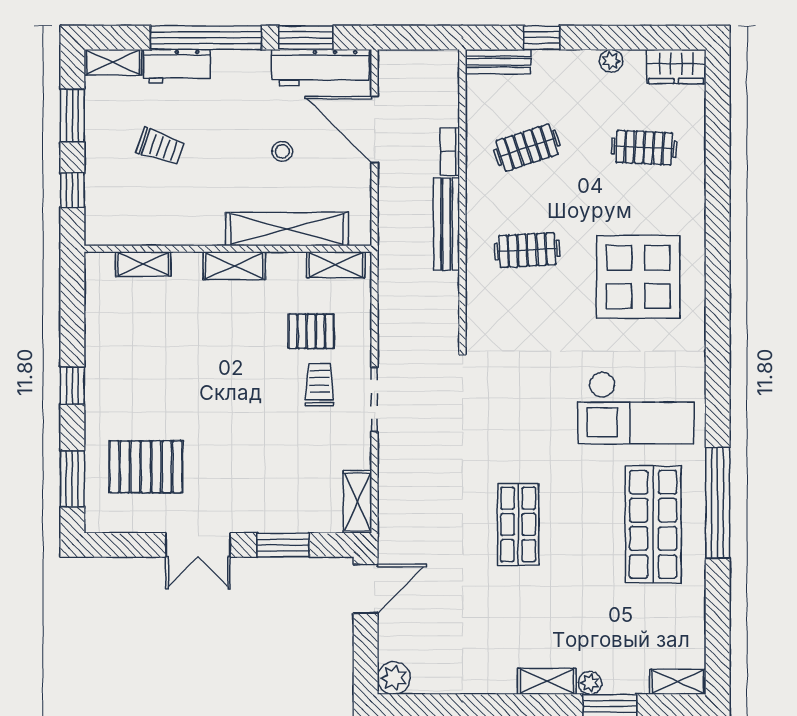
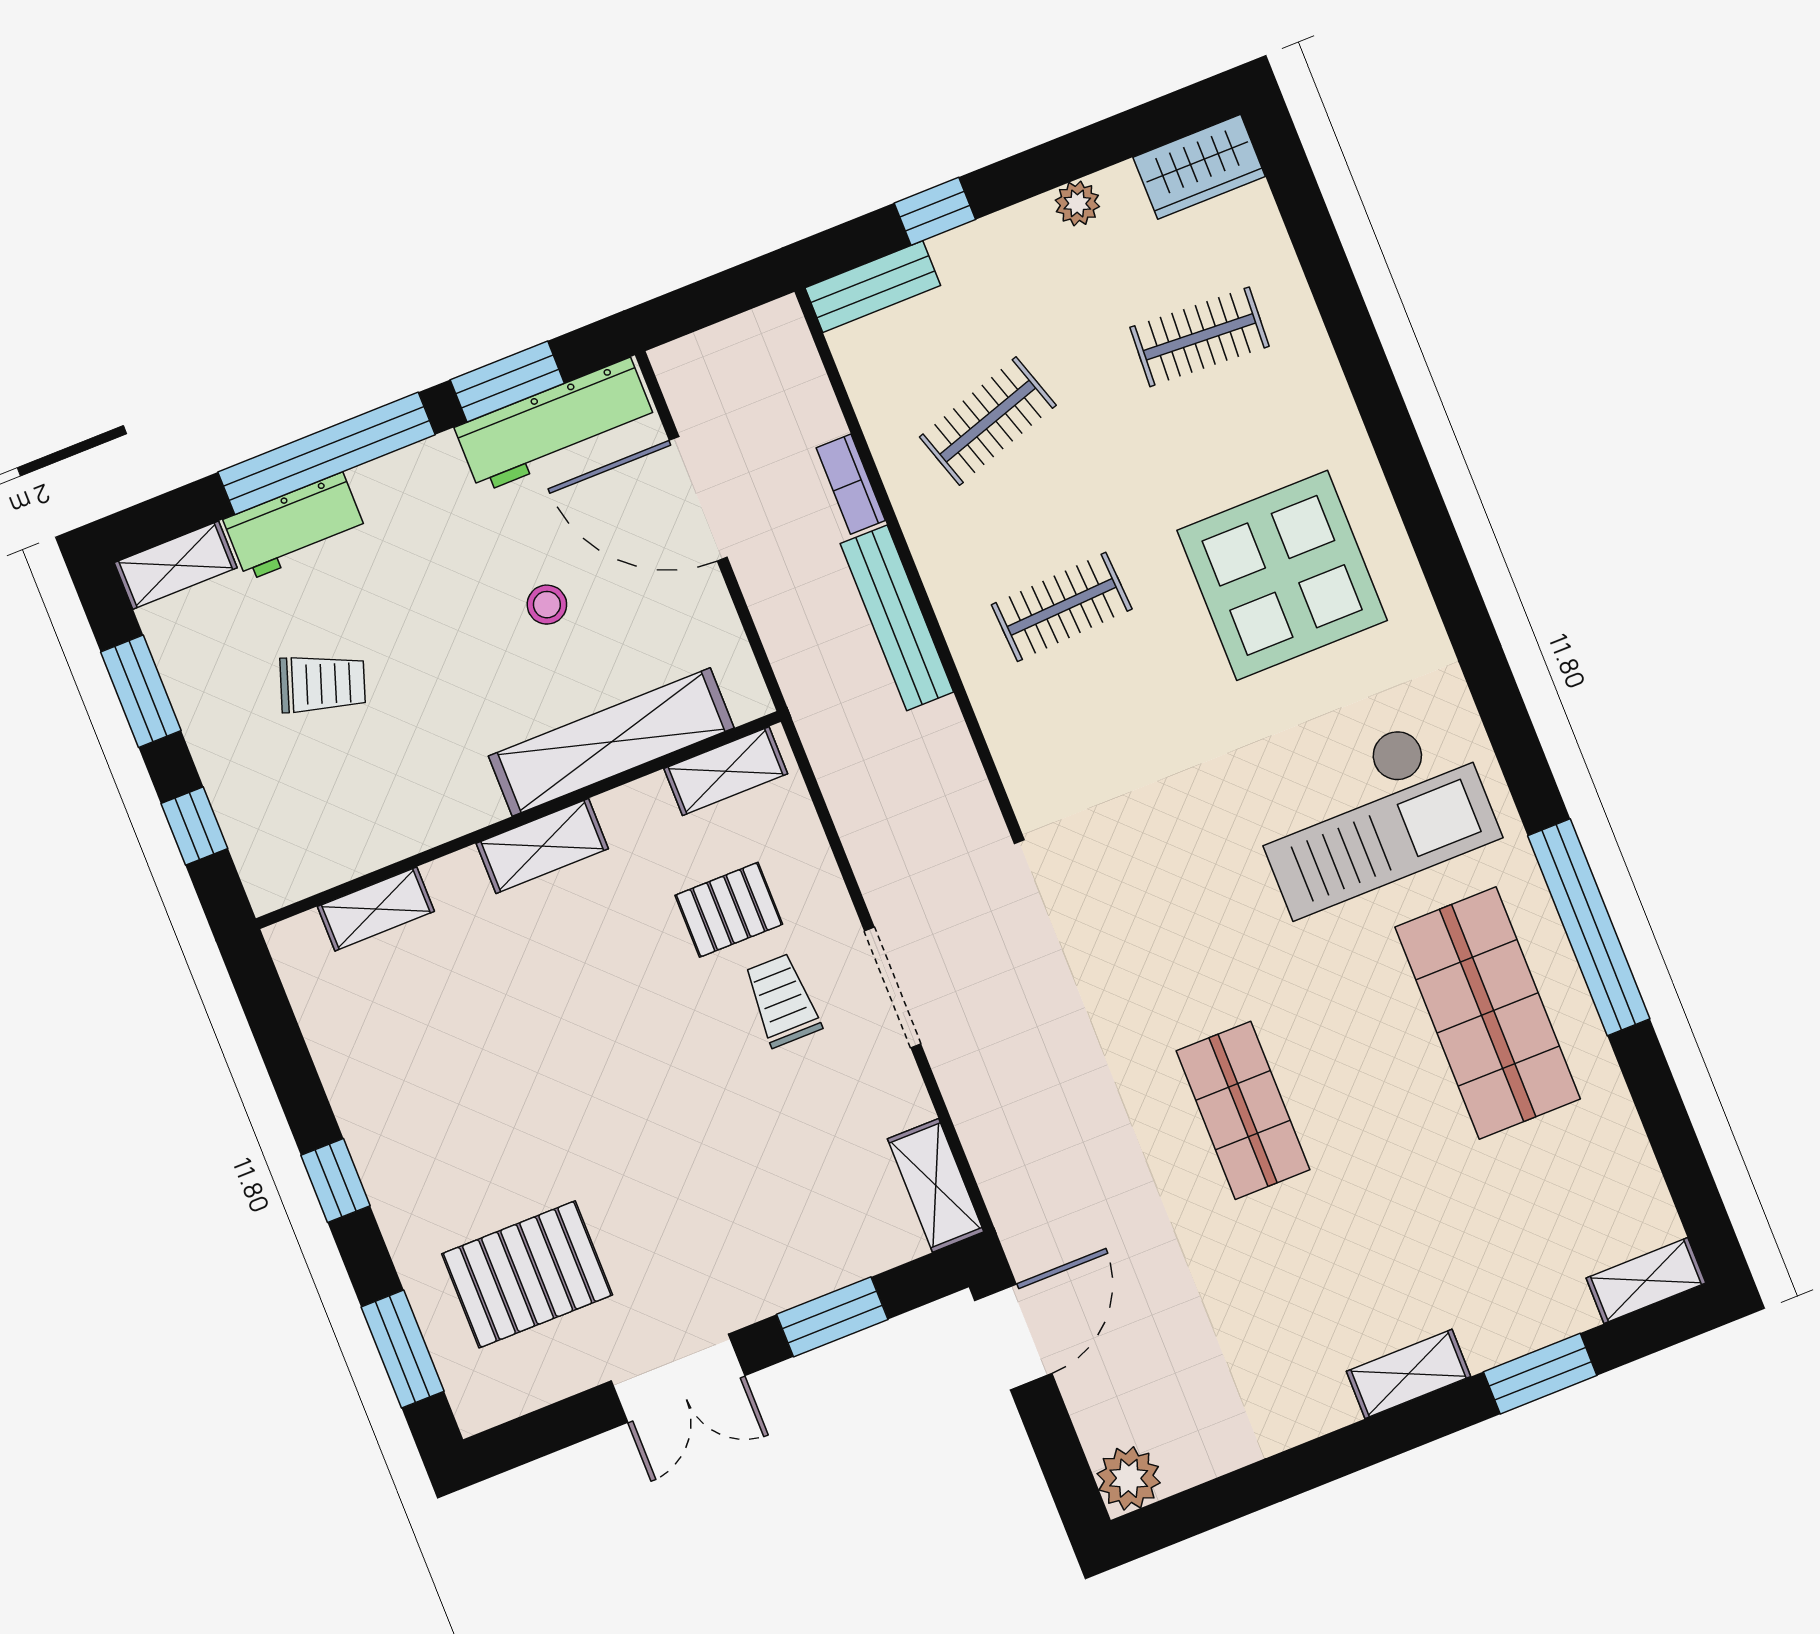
plant: (590, 683) -> (1488, 1346), removed

